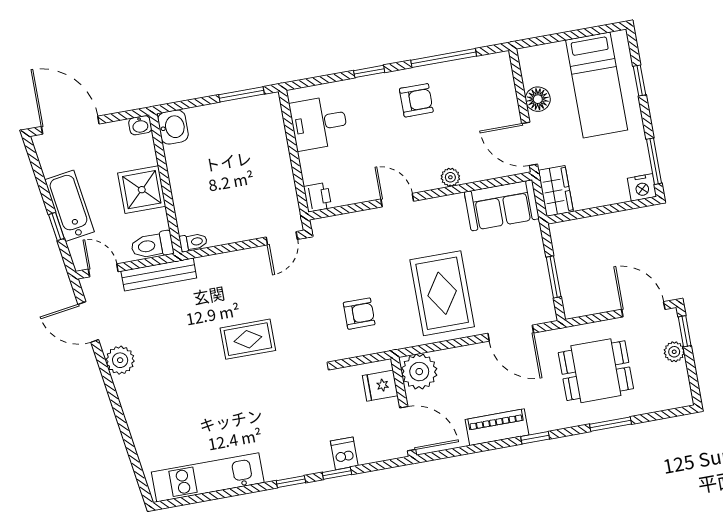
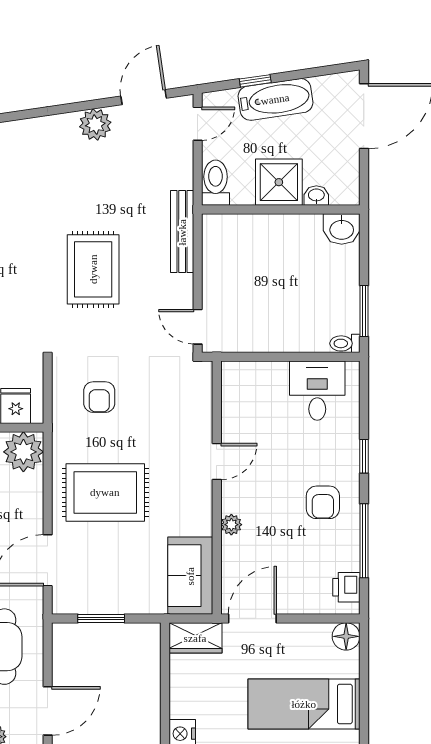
floor lamp: (538, 99) -> (346, 636), moved
washbasin: (140, 125) -> (316, 196), moved, turned 90
printer: (318, 197) -> (346, 587), moved, turned 90
toilet: (193, 242) -> (345, 343), moved, turned 90
bench: (159, 274) -> (182, 232), moved
rug: (248, 339) -> (93, 269), width x1.36, depth x1.43

